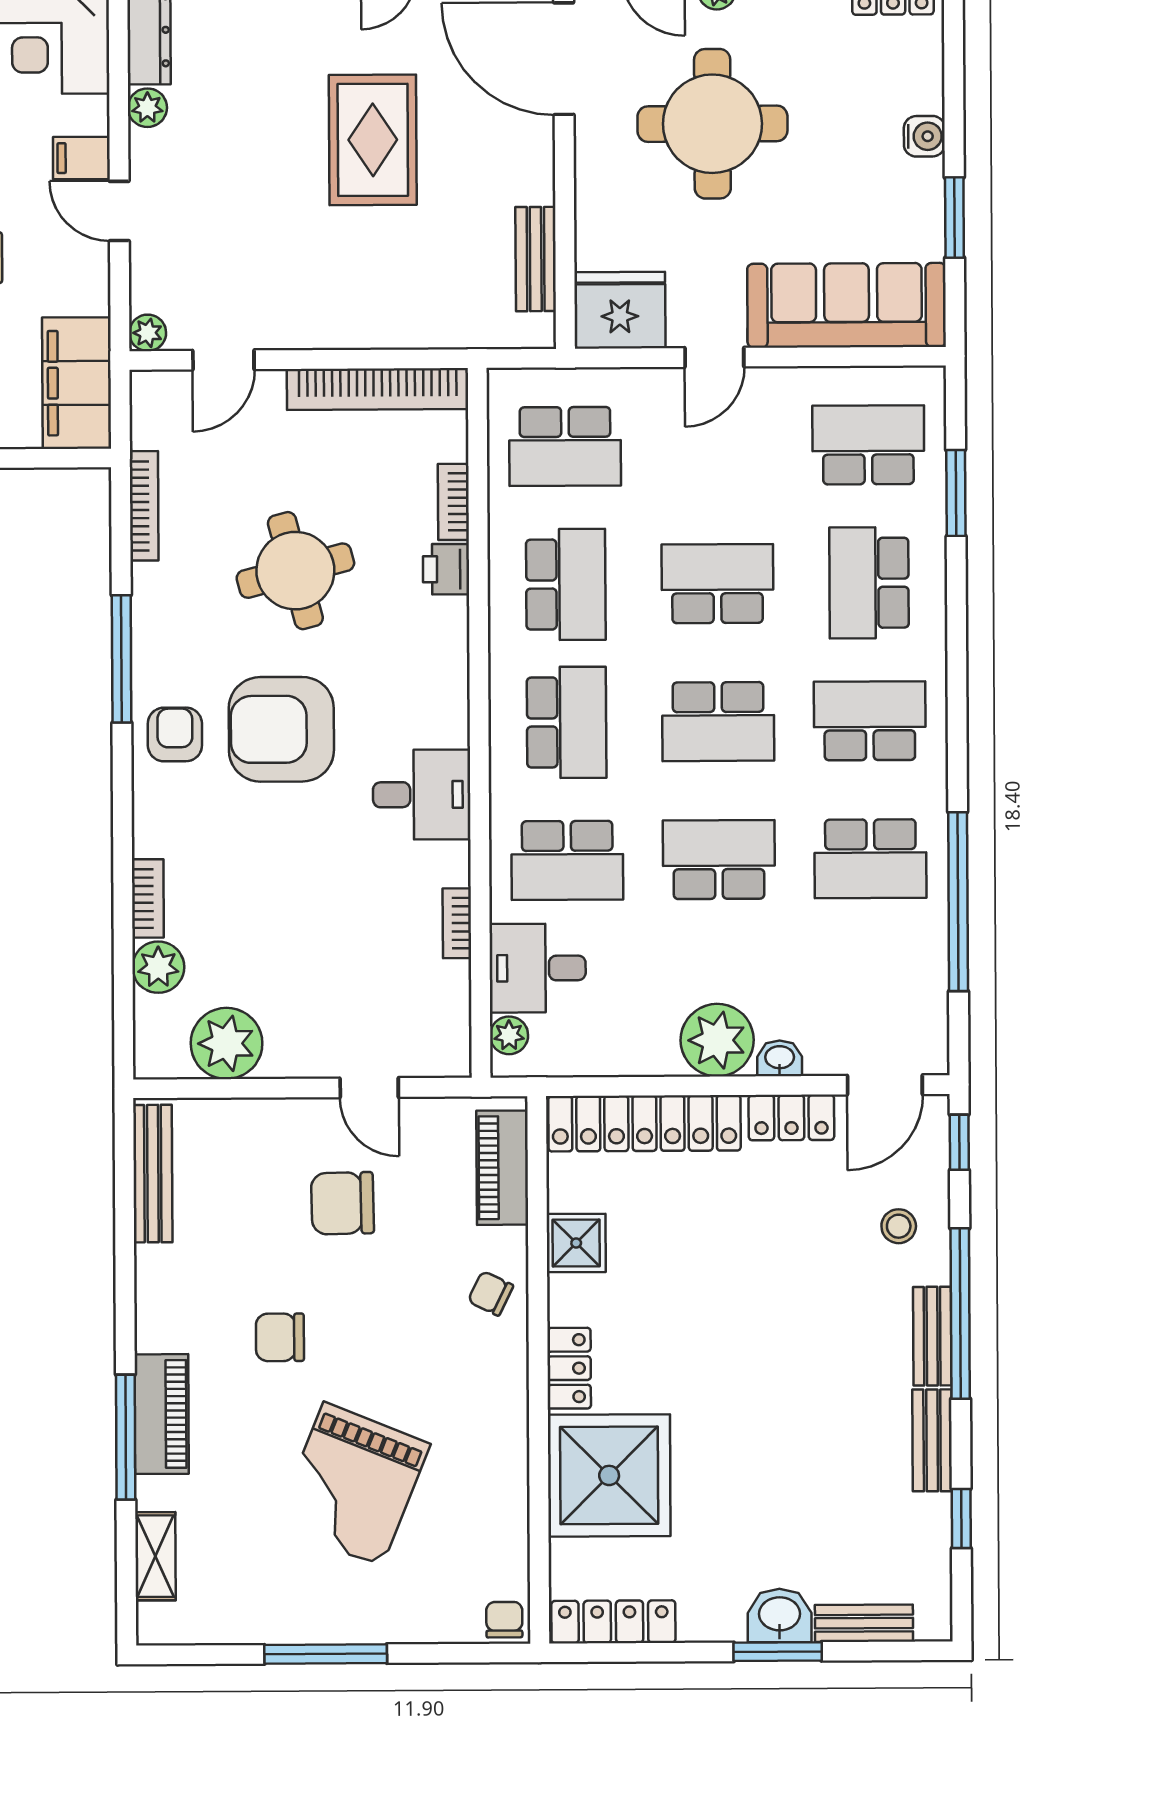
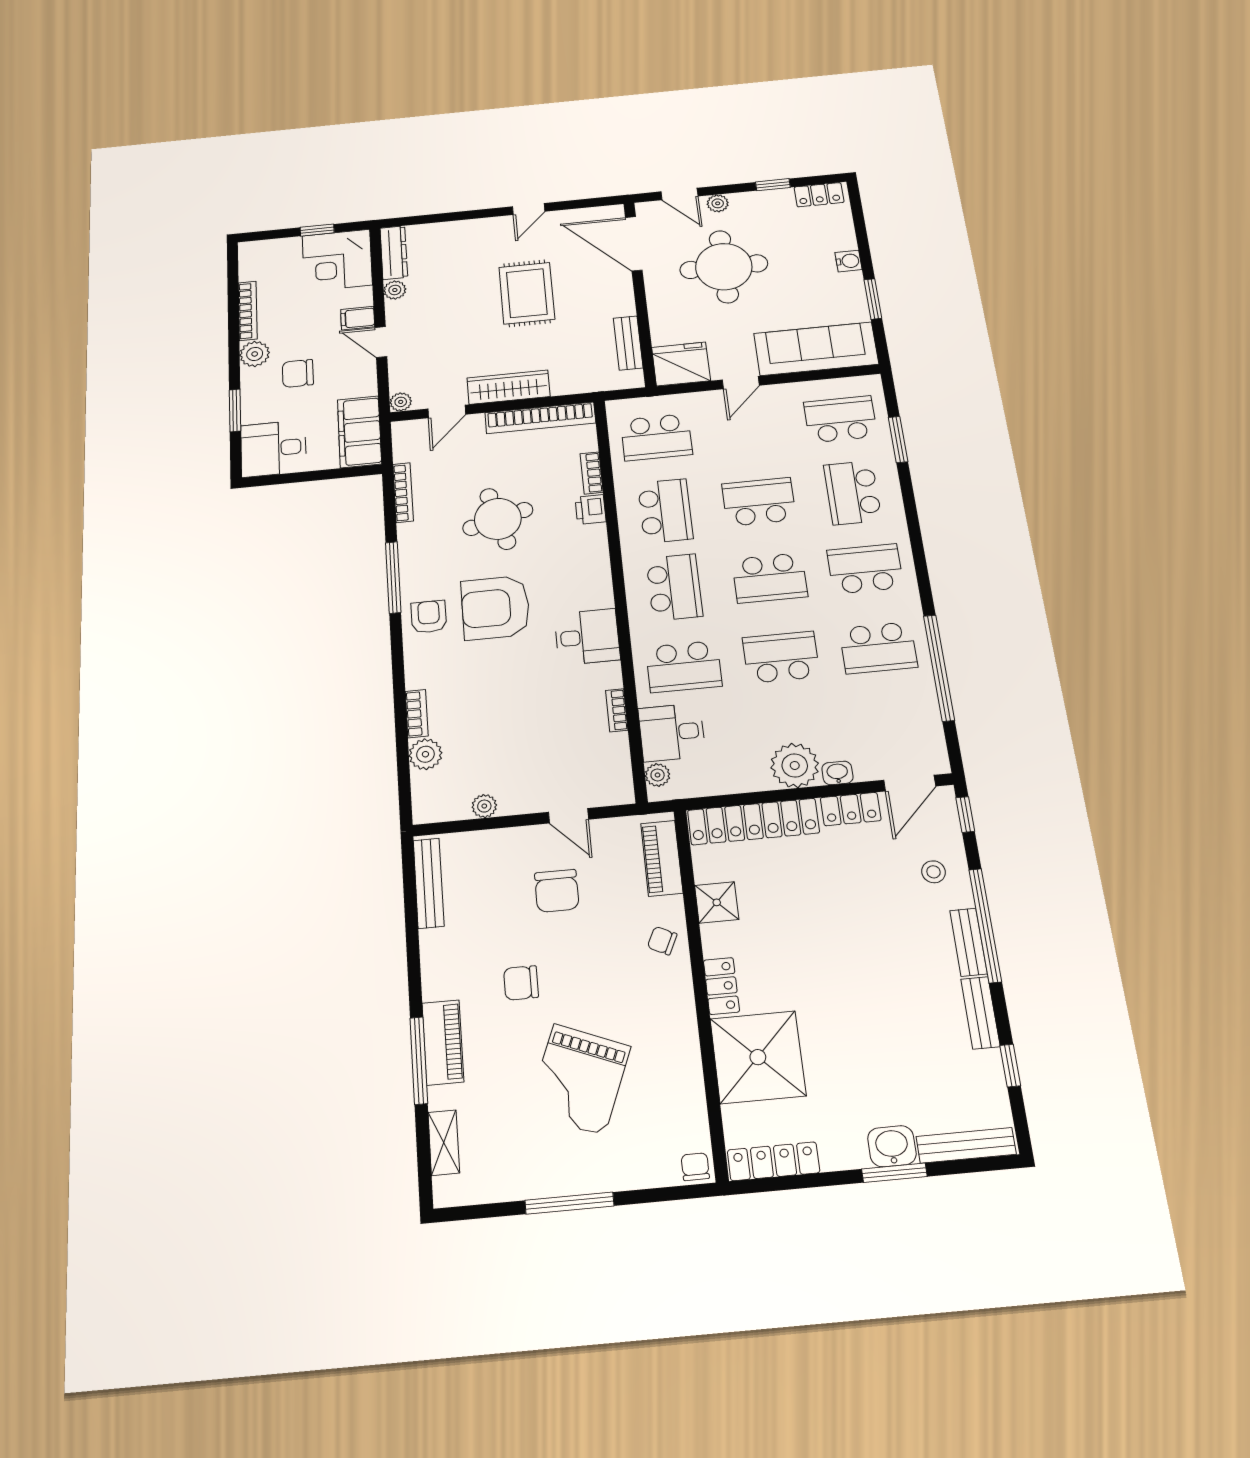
wardrobe: (329, 324) -> (508, 387), added
plant: (227, 1043) -> (484, 806), width x0.53, depth x0.53
chair: (342, 1203) -> (557, 891), turned -89
bench: (864, 1623) -> (966, 1145), width x1.36

